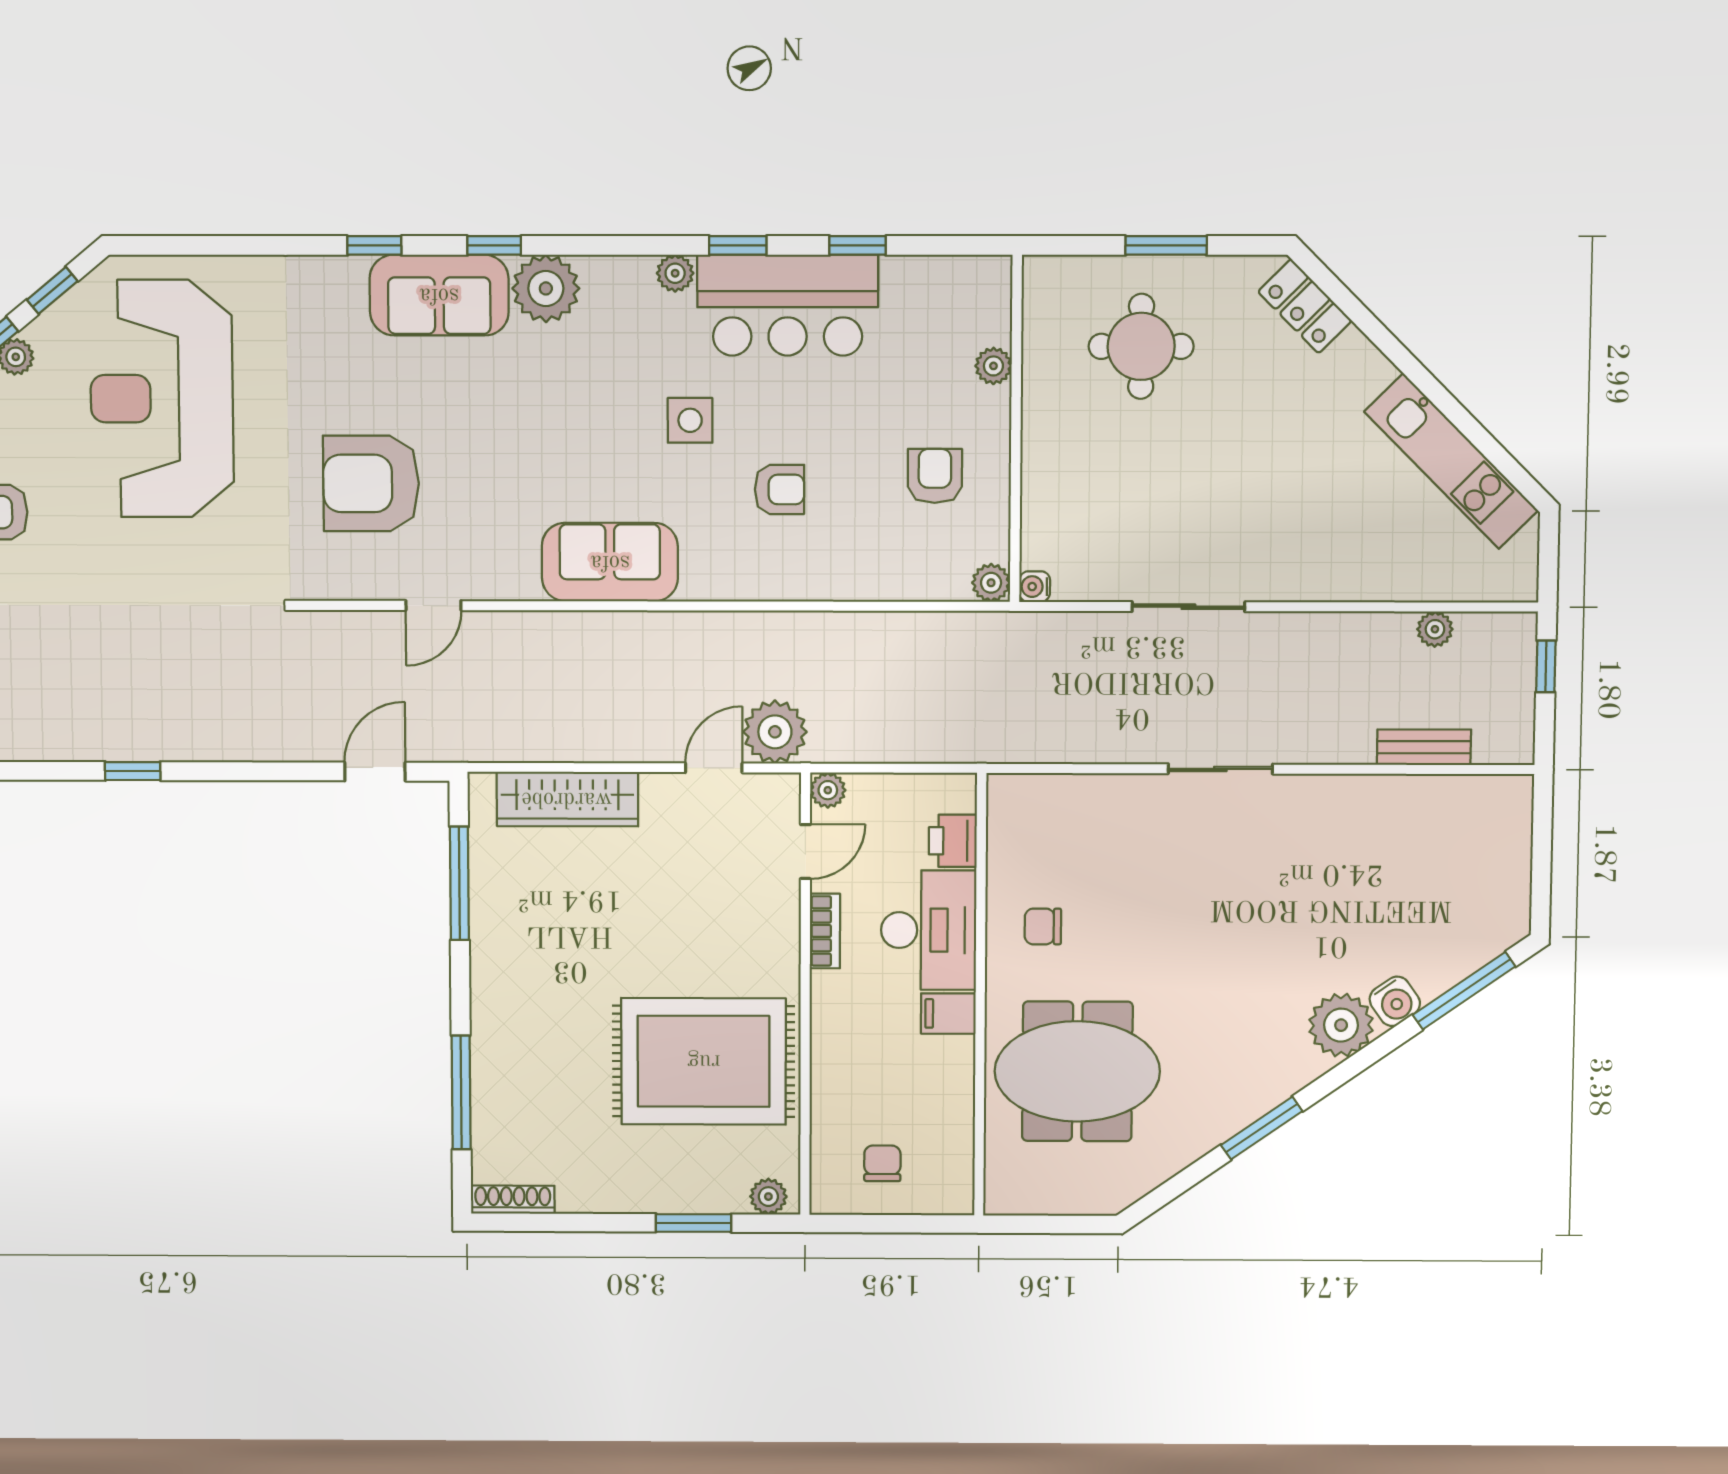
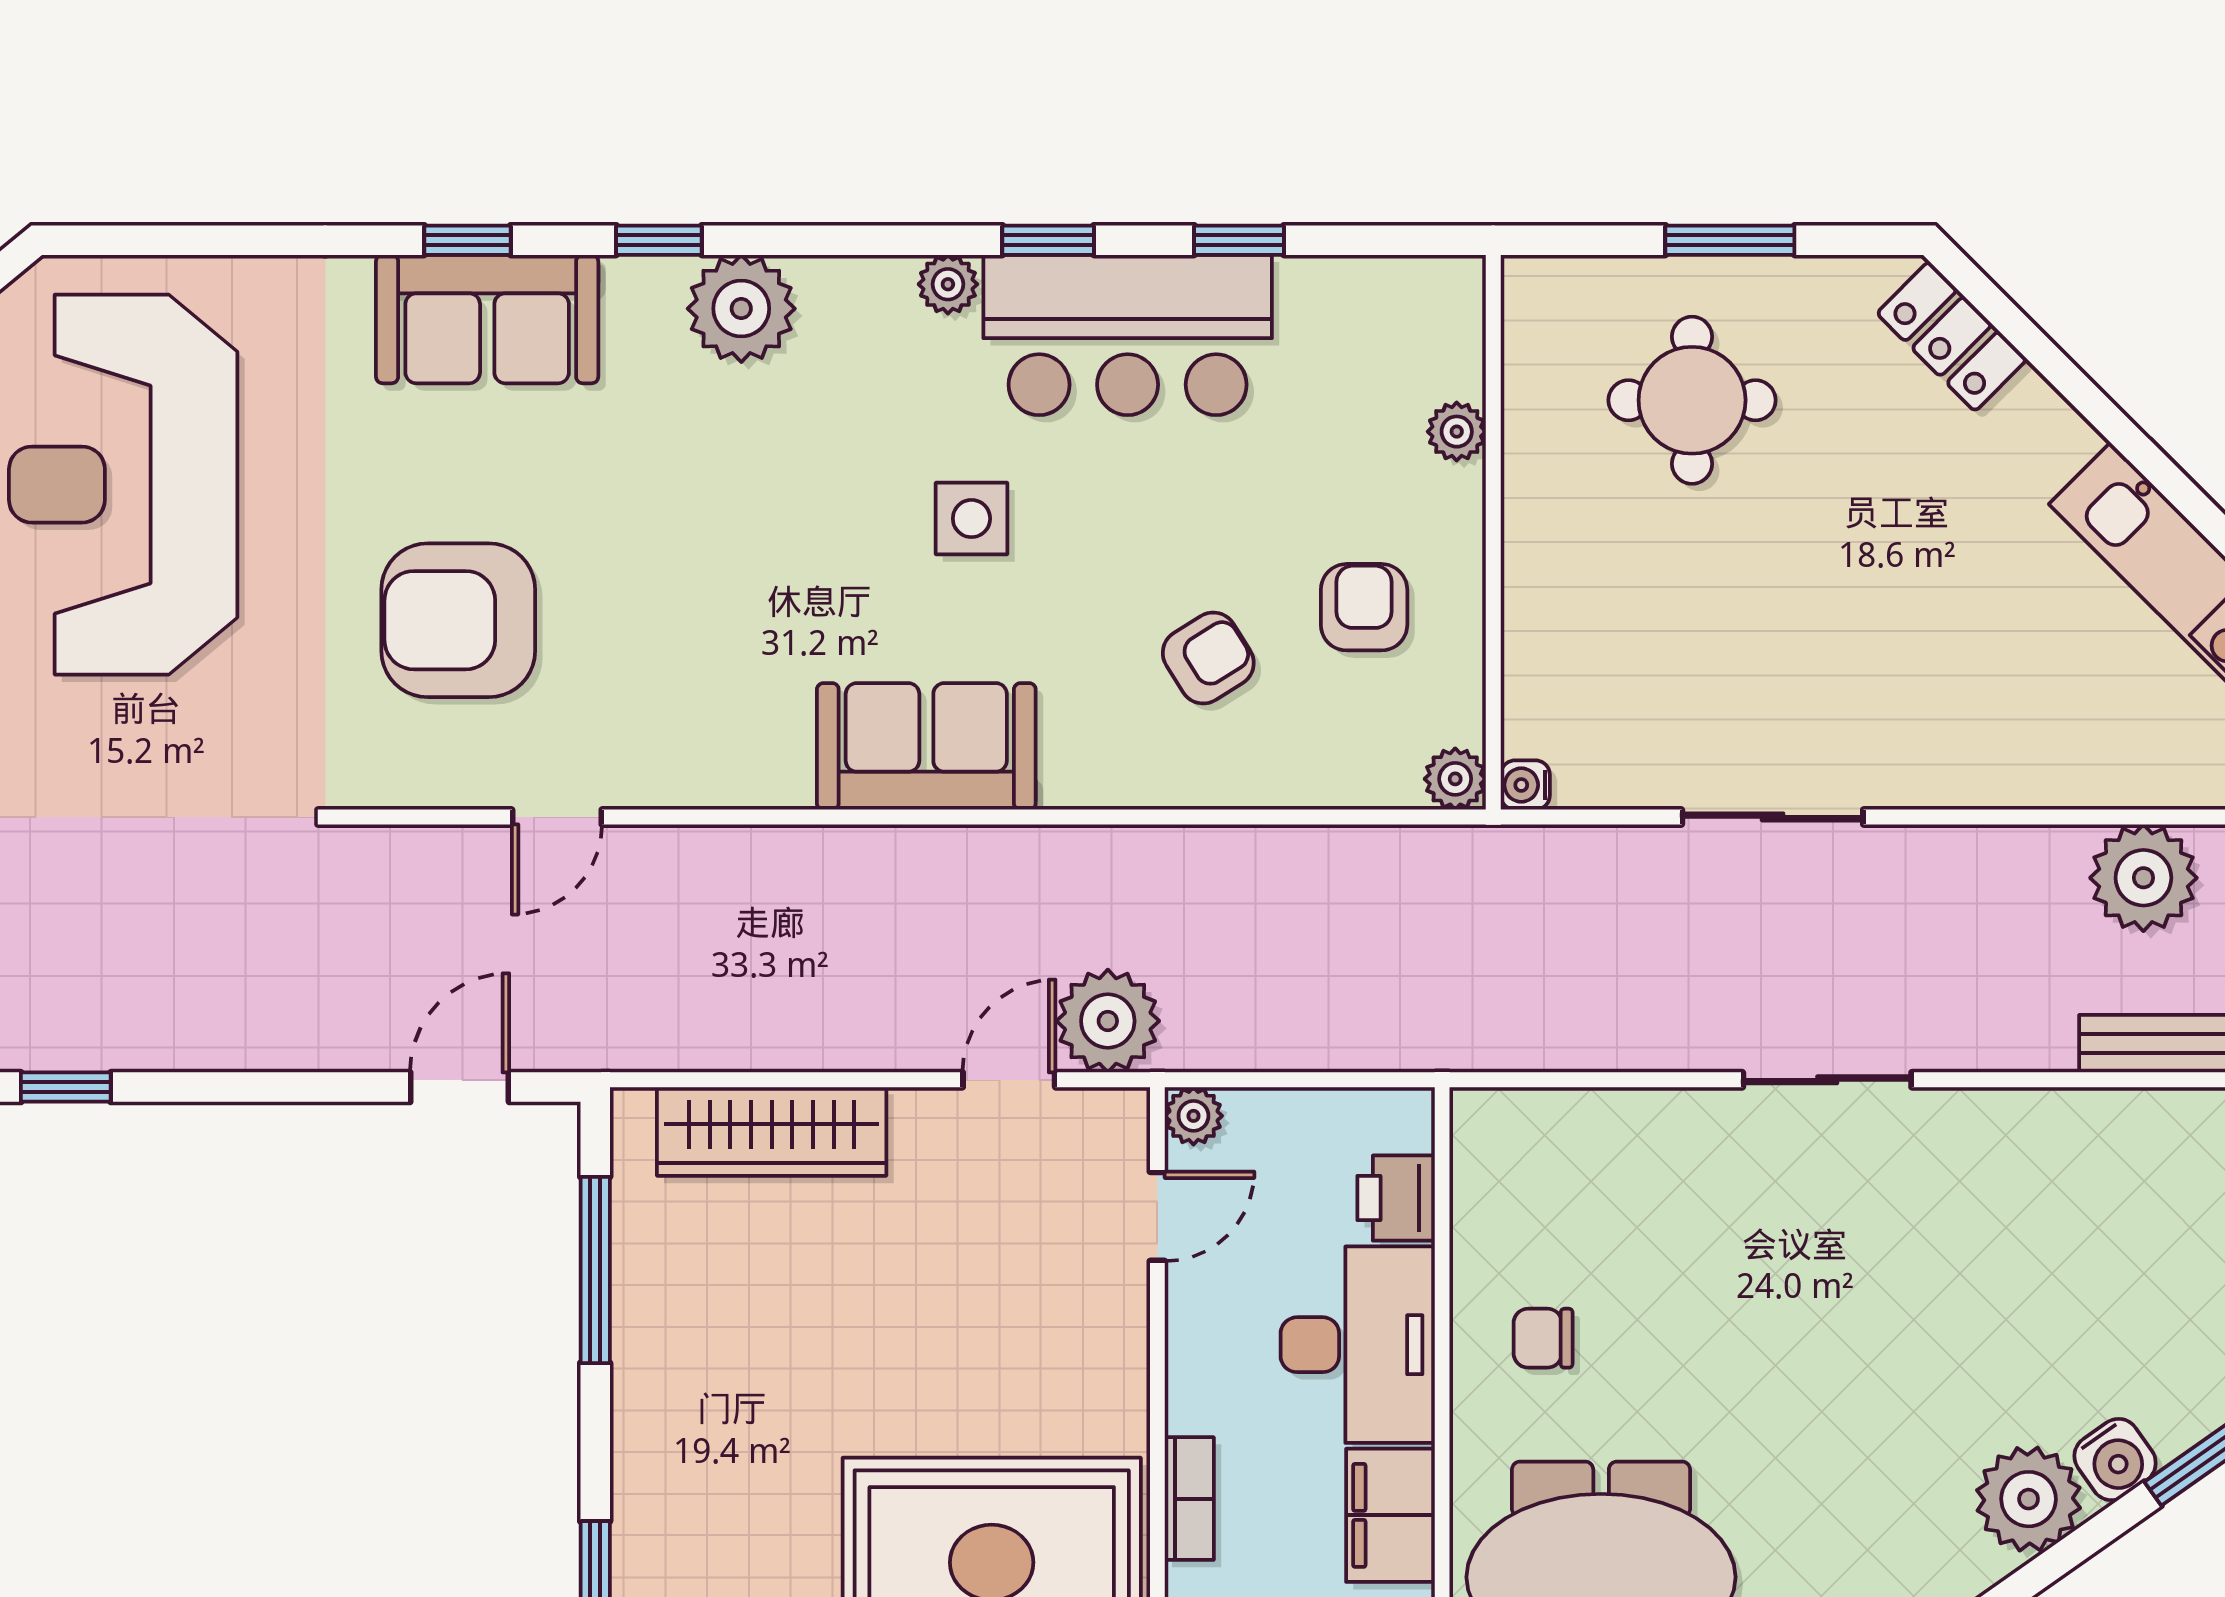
sofa: (439, 295) -> (487, 319), moved
armchair: (780, 489) -> (1208, 658), moved, turned -32
sofa: (610, 562) -> (926, 746), moved
plant: (1435, 629) -> (2143, 878), width x1.87, depth x1.87
bookcase: (825, 931) -> (1189, 1499), moved
filing cabinet: (948, 1014) -> (1390, 1515), width x2.00

